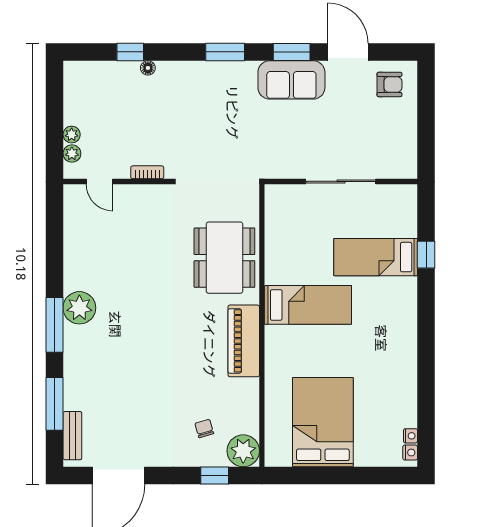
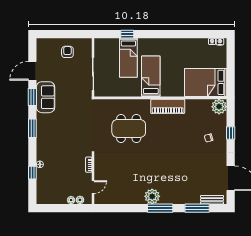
armchair: (389, 84) -> (67, 52), moved
bed: (308, 305) -> (151, 76), moved
wall: (262, 325) -> (160, 98), moved
piano: (244, 341) -> (168, 106), moved
plant: (243, 451) -> (219, 107), moved

